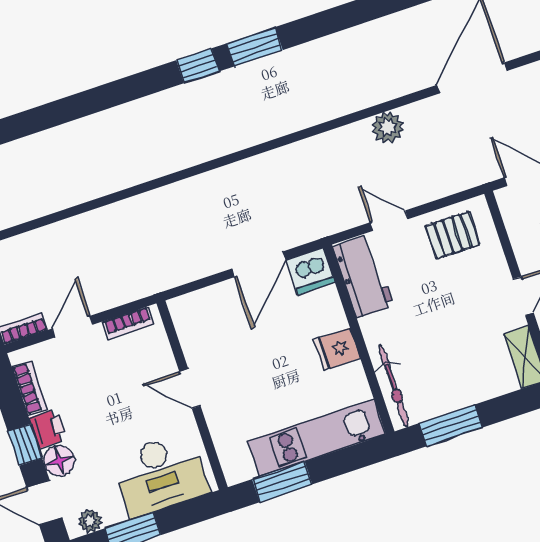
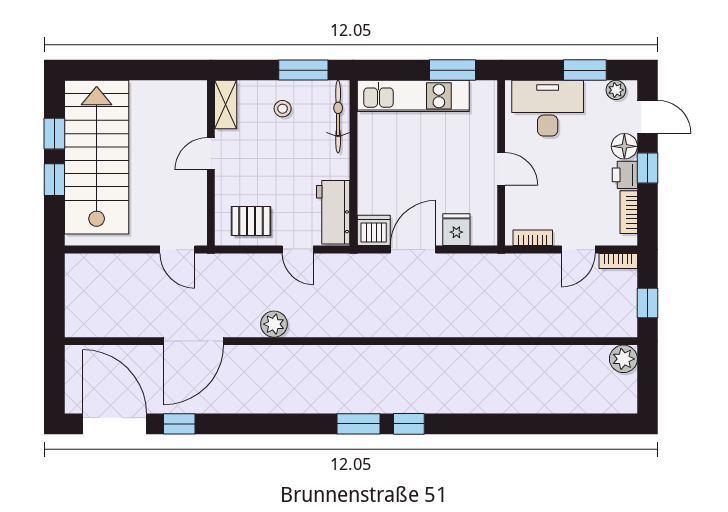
fridge: (337, 349) -> (456, 230), moved, turned -90
stool: (459, 374) -> (283, 109), added

